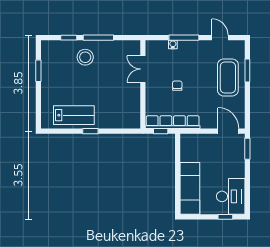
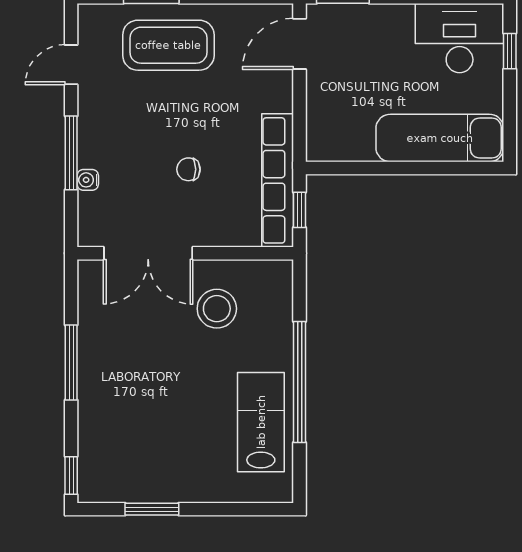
window: (69, 38) -> (71, 475), moved
stool: (85, 57) -> (217, 309), moved
double door: (143, 69) -> (148, 253), width x1.37
window: (90, 131) -> (300, 382), width x3.17

